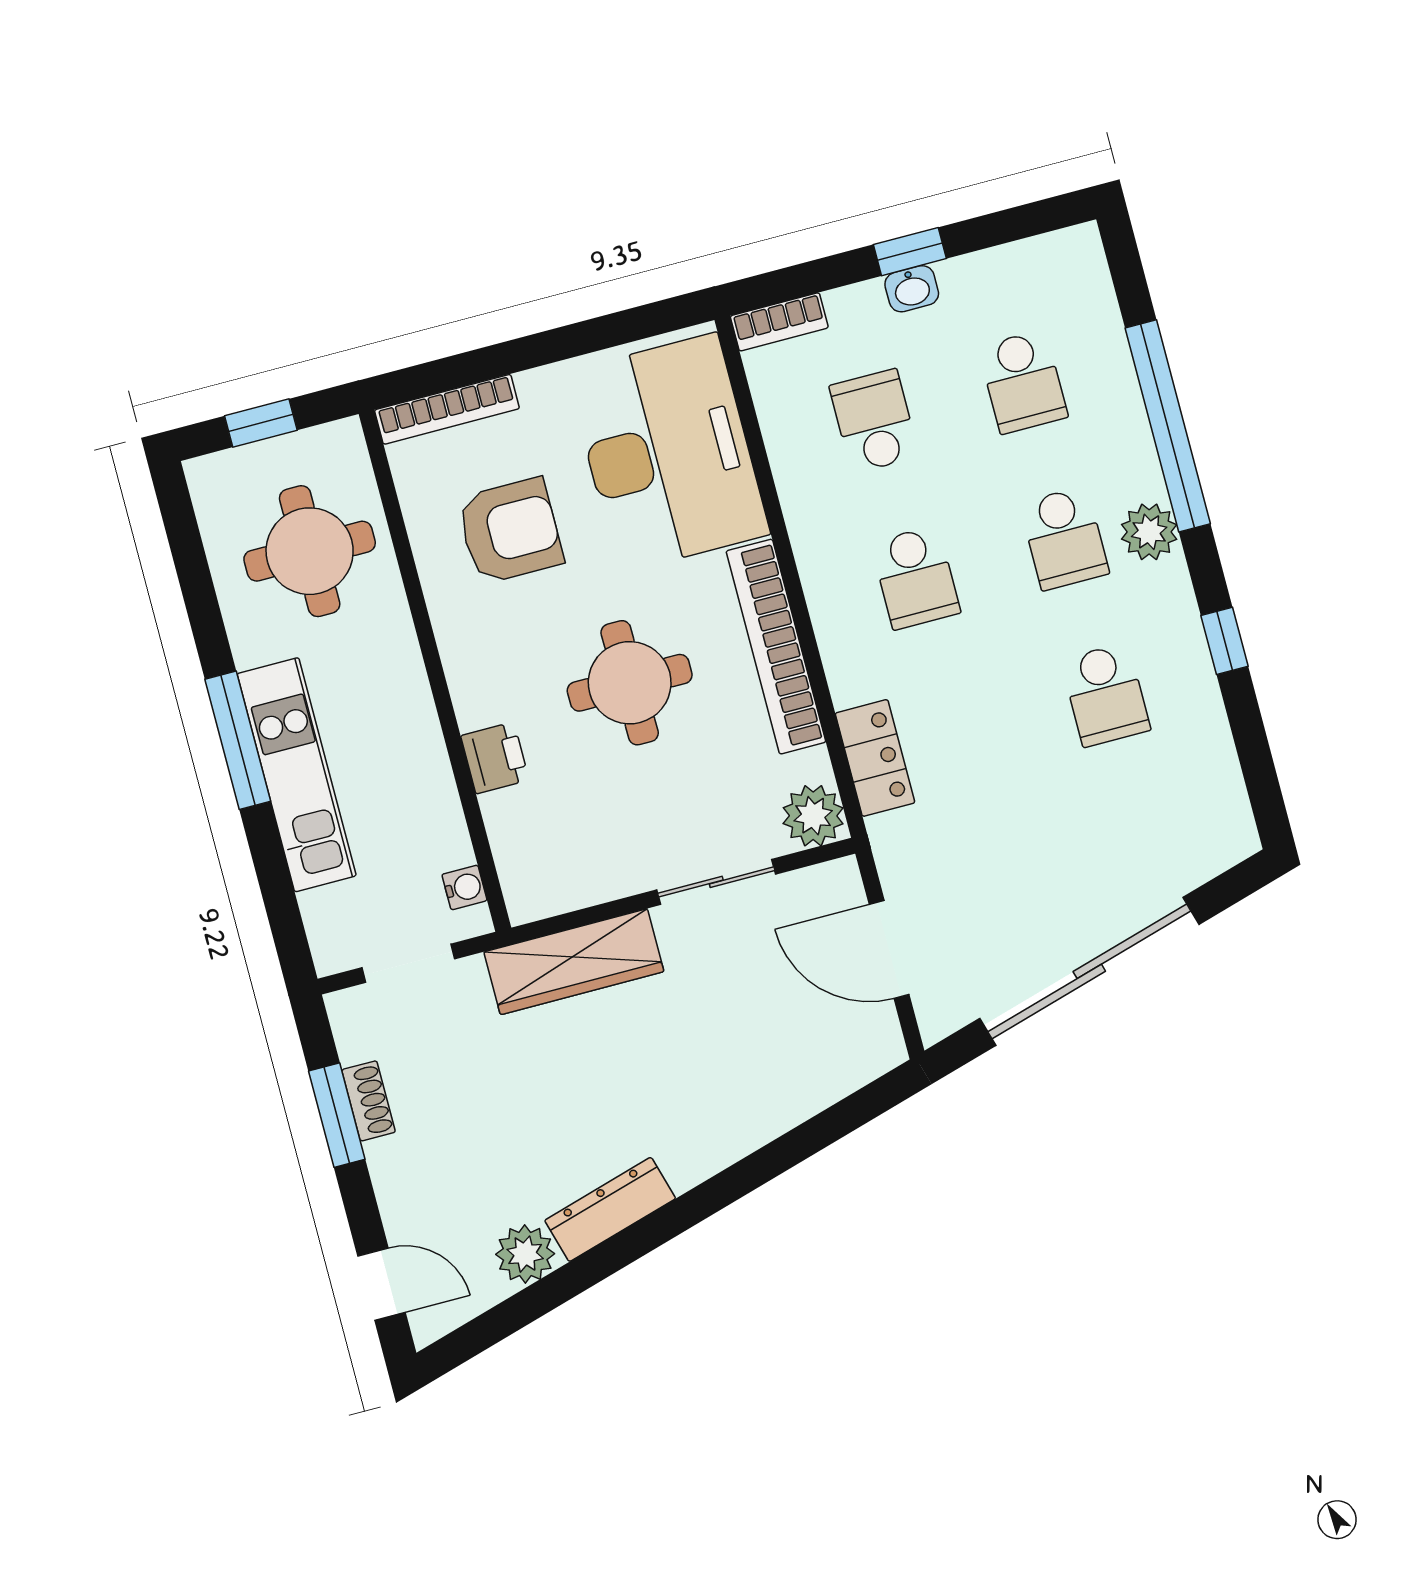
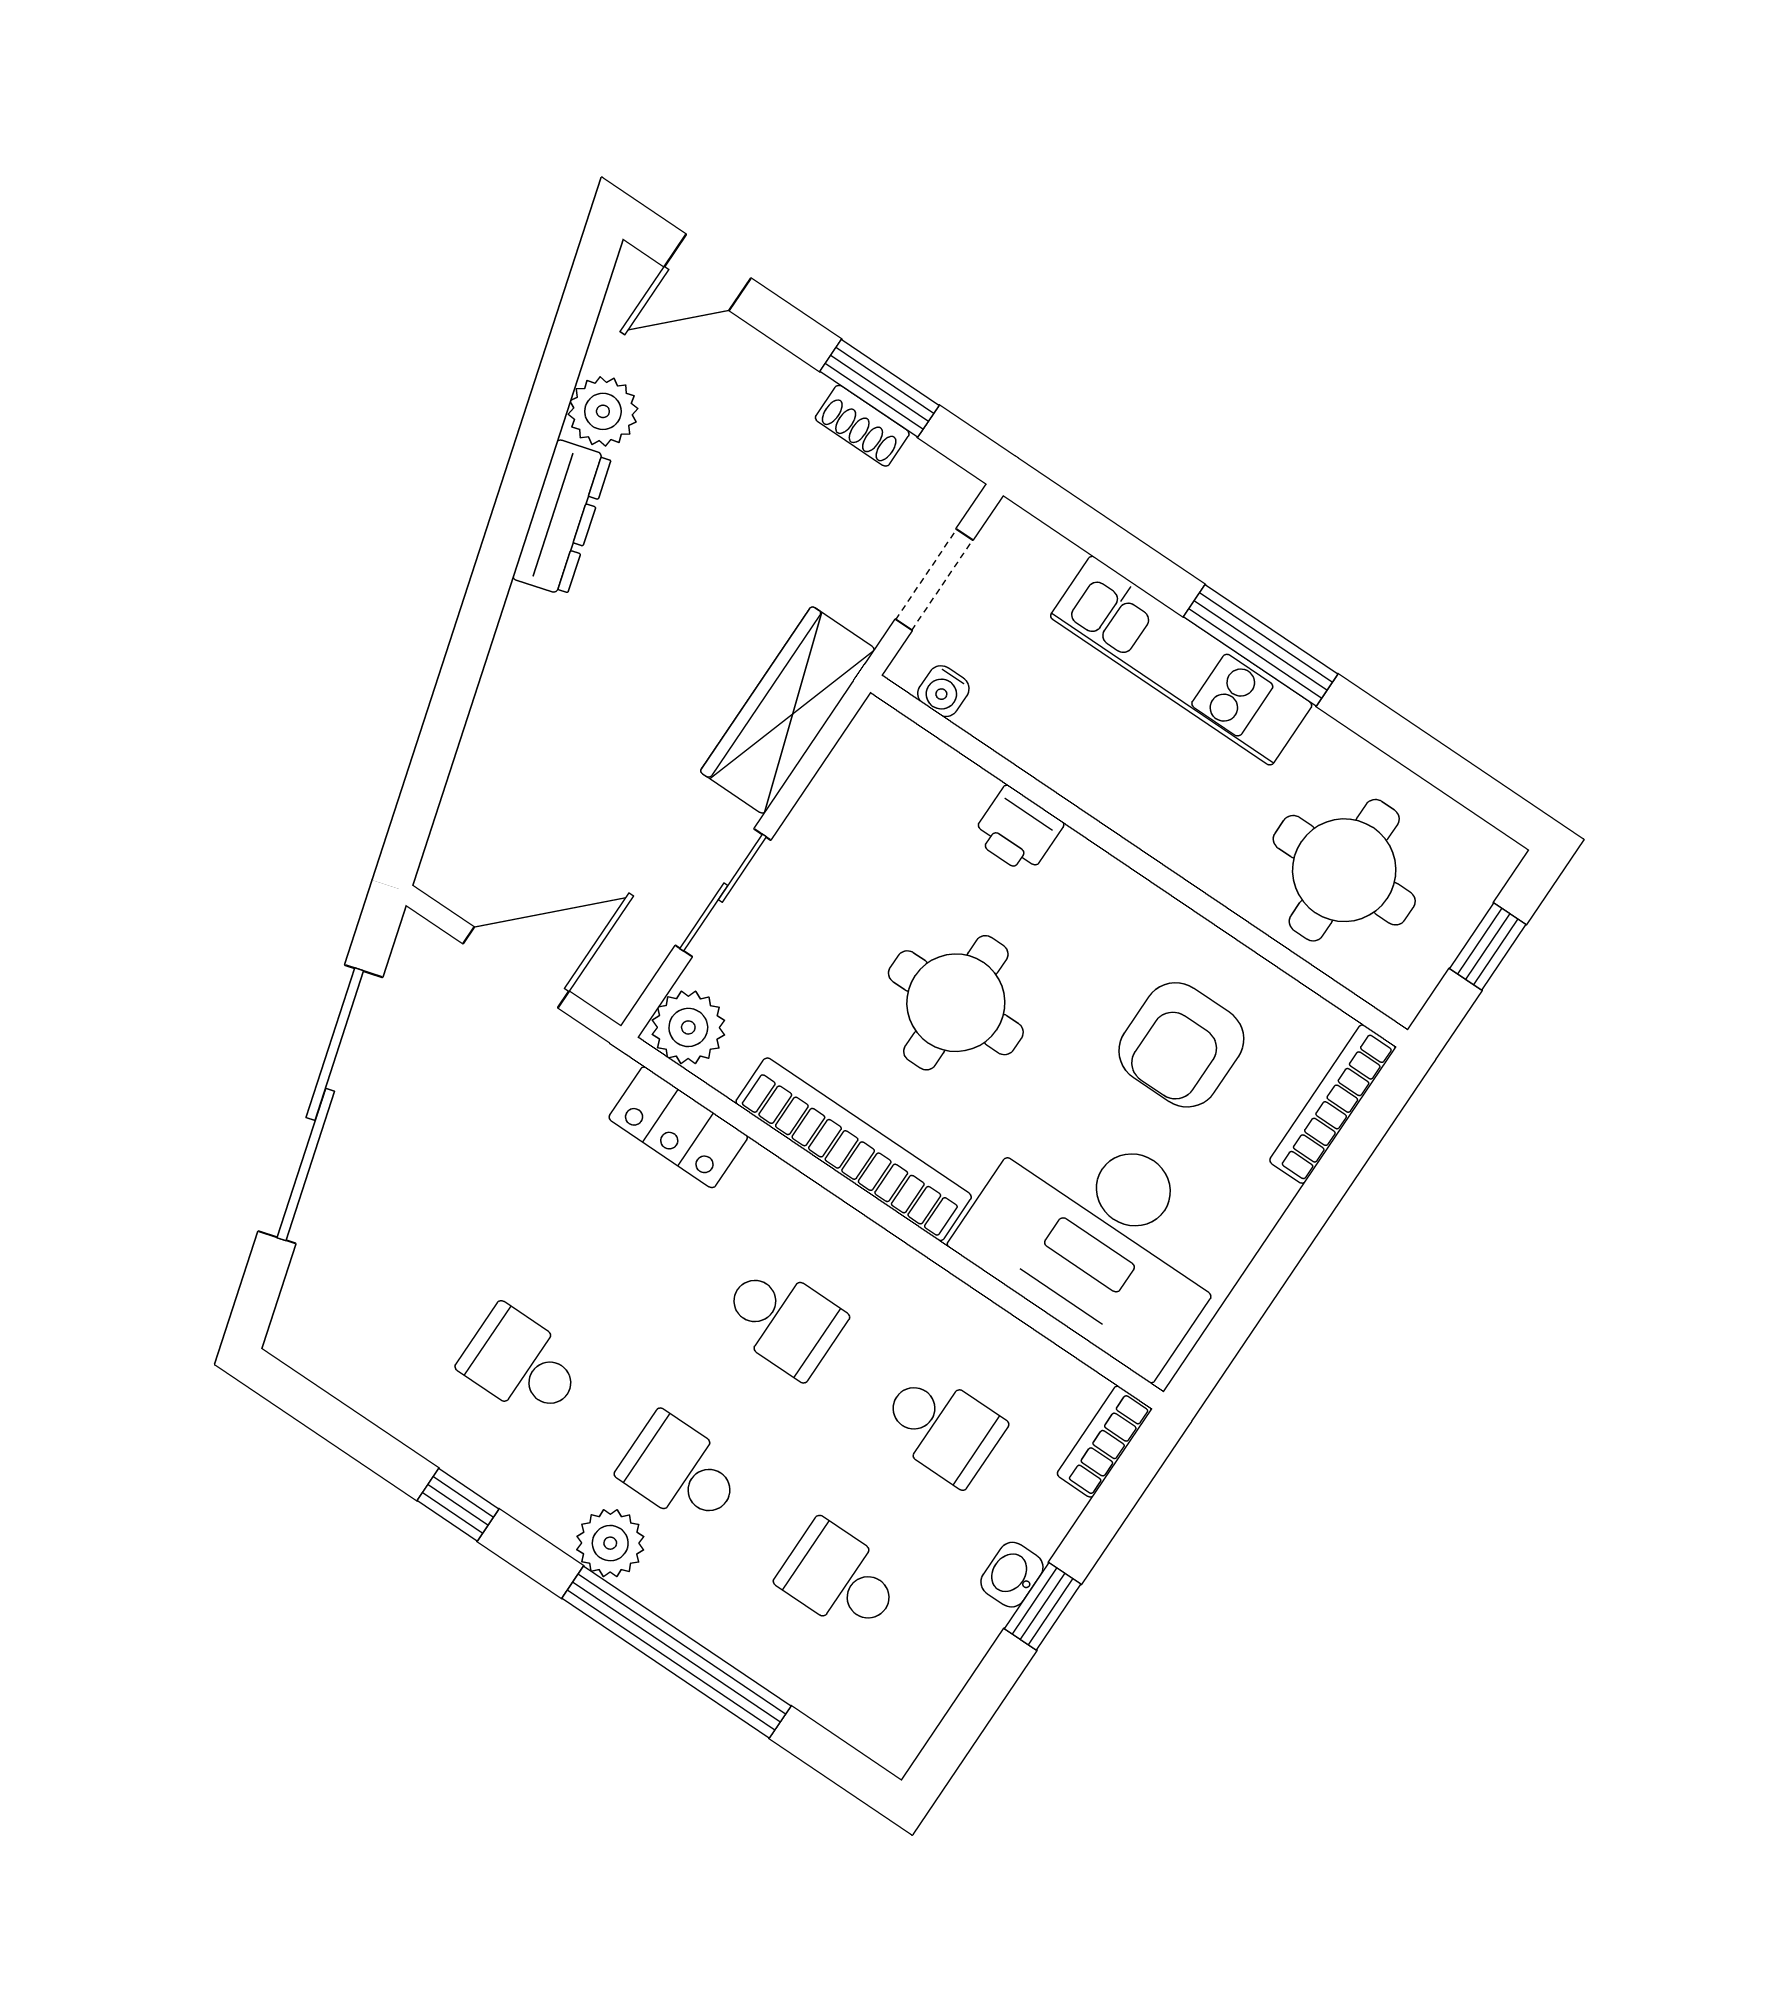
school desk: (916, 578) -> (783, 1320), turned 180

